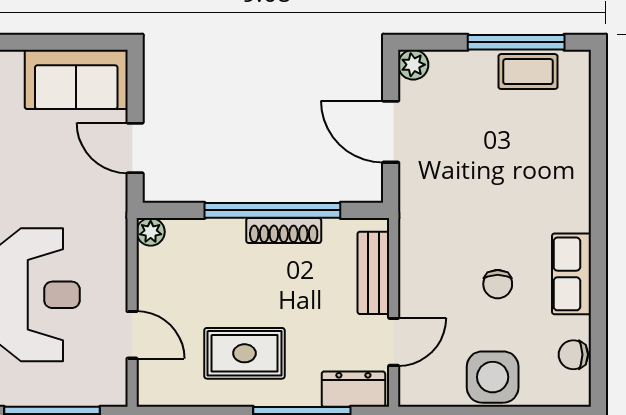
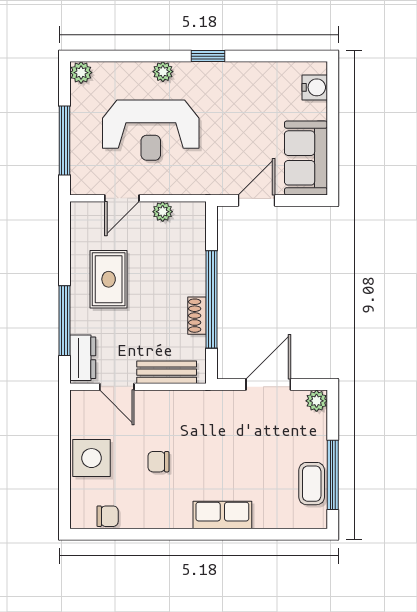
shoe rack: (284, 231) -> (197, 316), width x0.70
plant: (151, 232) -> (163, 212), moved
row of seats: (572, 274) -> (222, 515), moved
chair: (573, 355) -> (108, 516), turned 90

